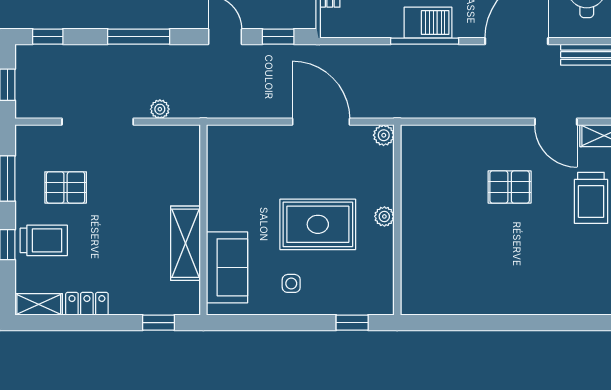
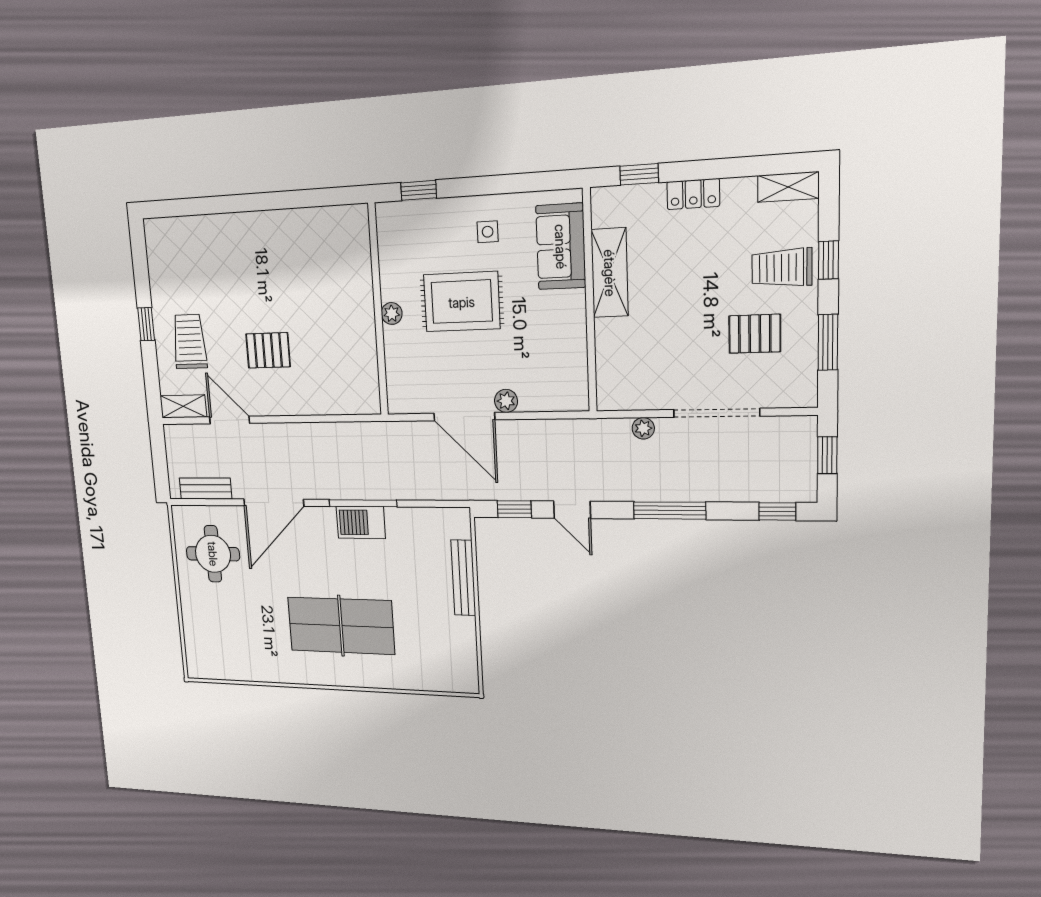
plant: (384, 135) -> (506, 401), moved
locker: (87, 304) -> (693, 194), moved

